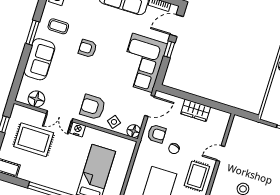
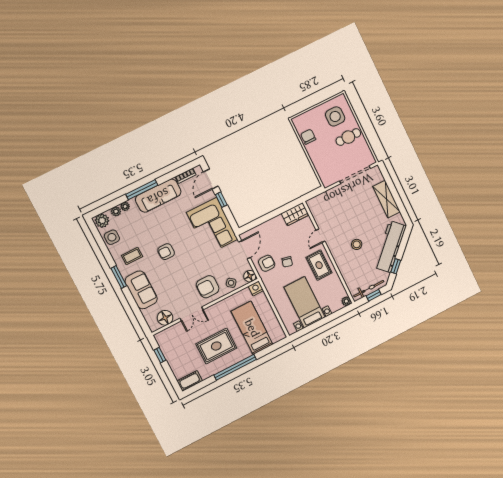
wardrobe: (196, 110) -> (295, 214), moved
nightstand: (78, 129) -> (256, 288), moved
rug: (34, 140) -> (216, 346), moved

